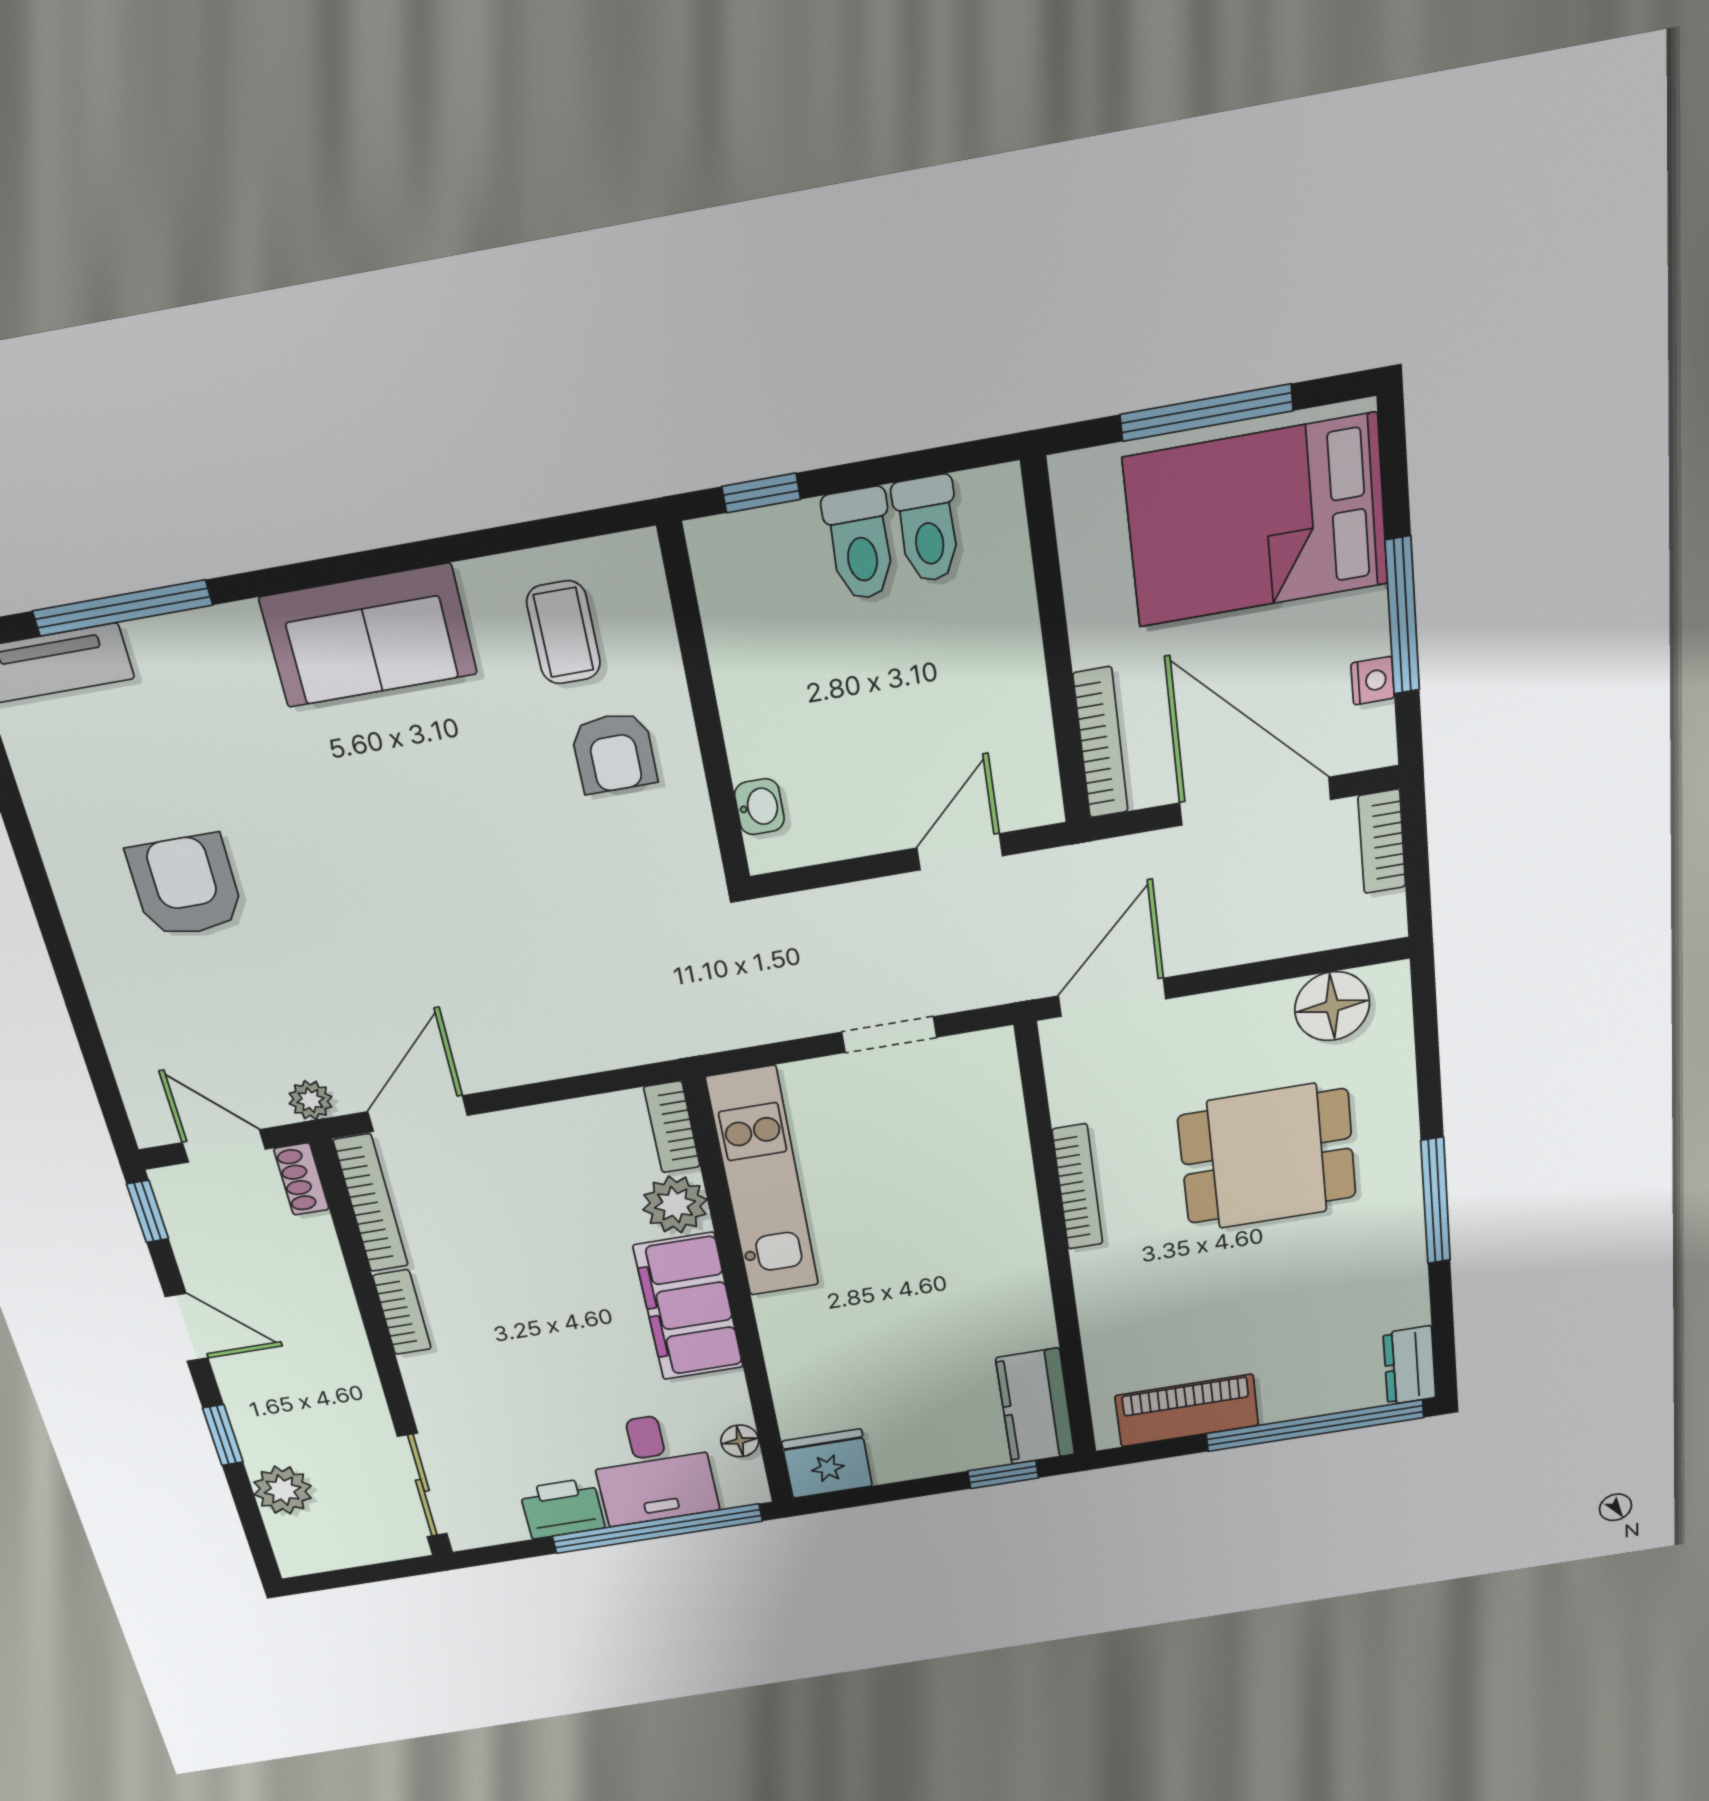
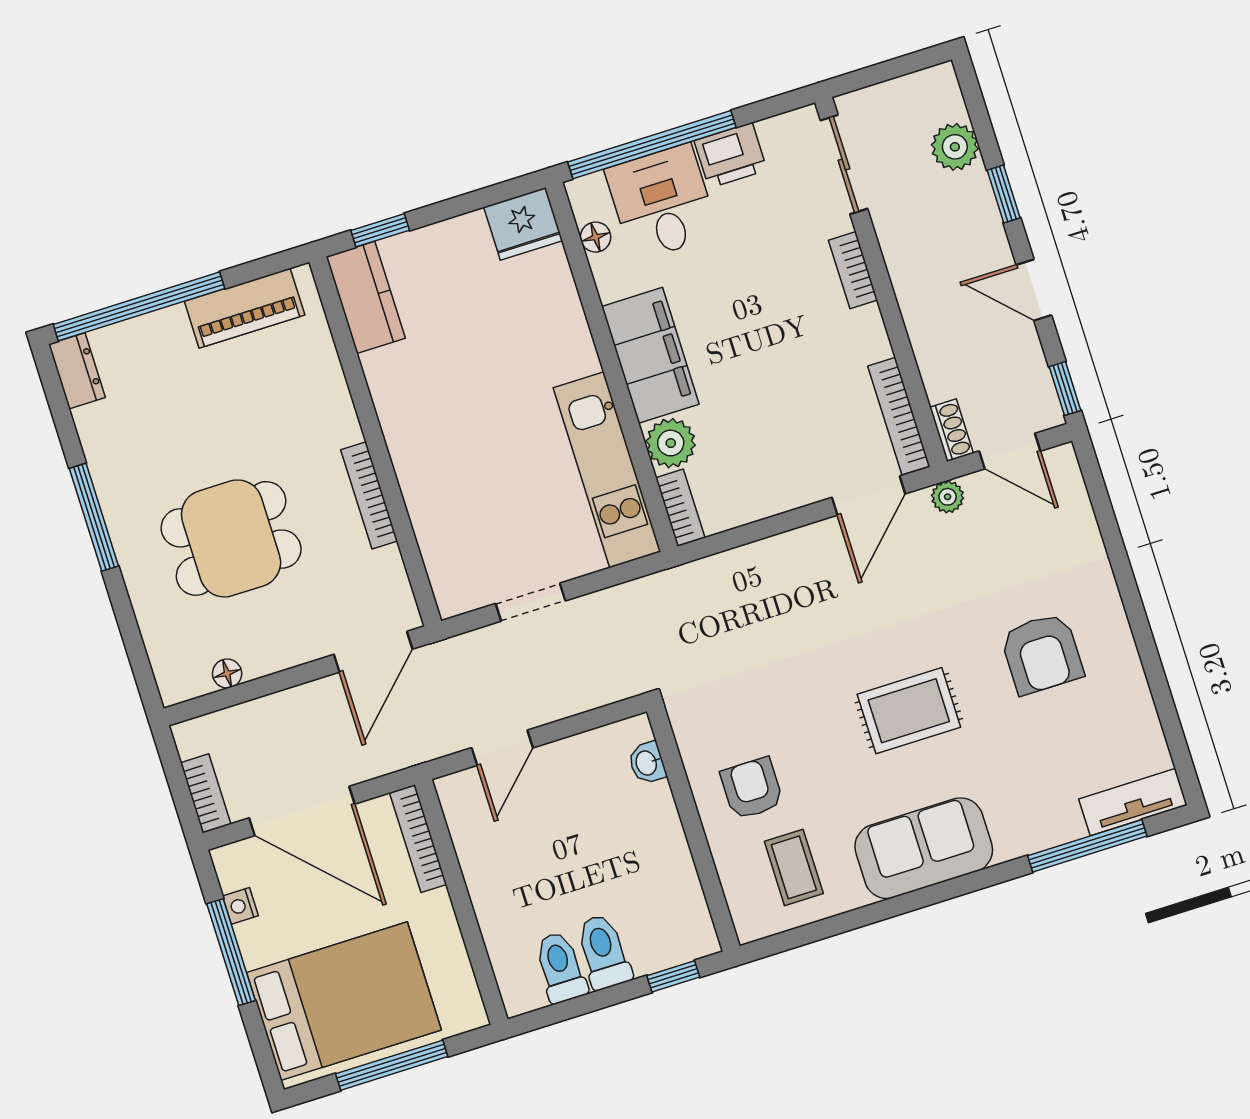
rug: (379, 832) -> (909, 711), added
floor lamp: (1332, 1006) -> (227, 673), width x0.53, depth x0.53
bookcase: (402, 1312) -> (853, 270), moved

